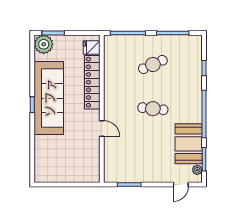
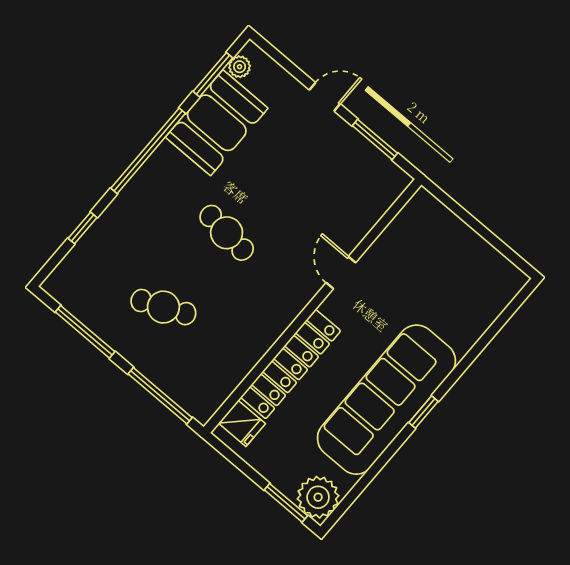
door: (181, 184) -> (325, 97), moved

